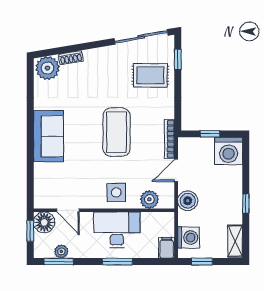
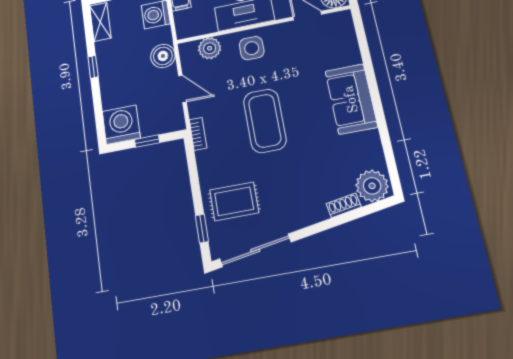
bookcase: (169, 139) -> (198, 134), width x0.64
door: (176, 170) -> (182, 89), hinge flipped

